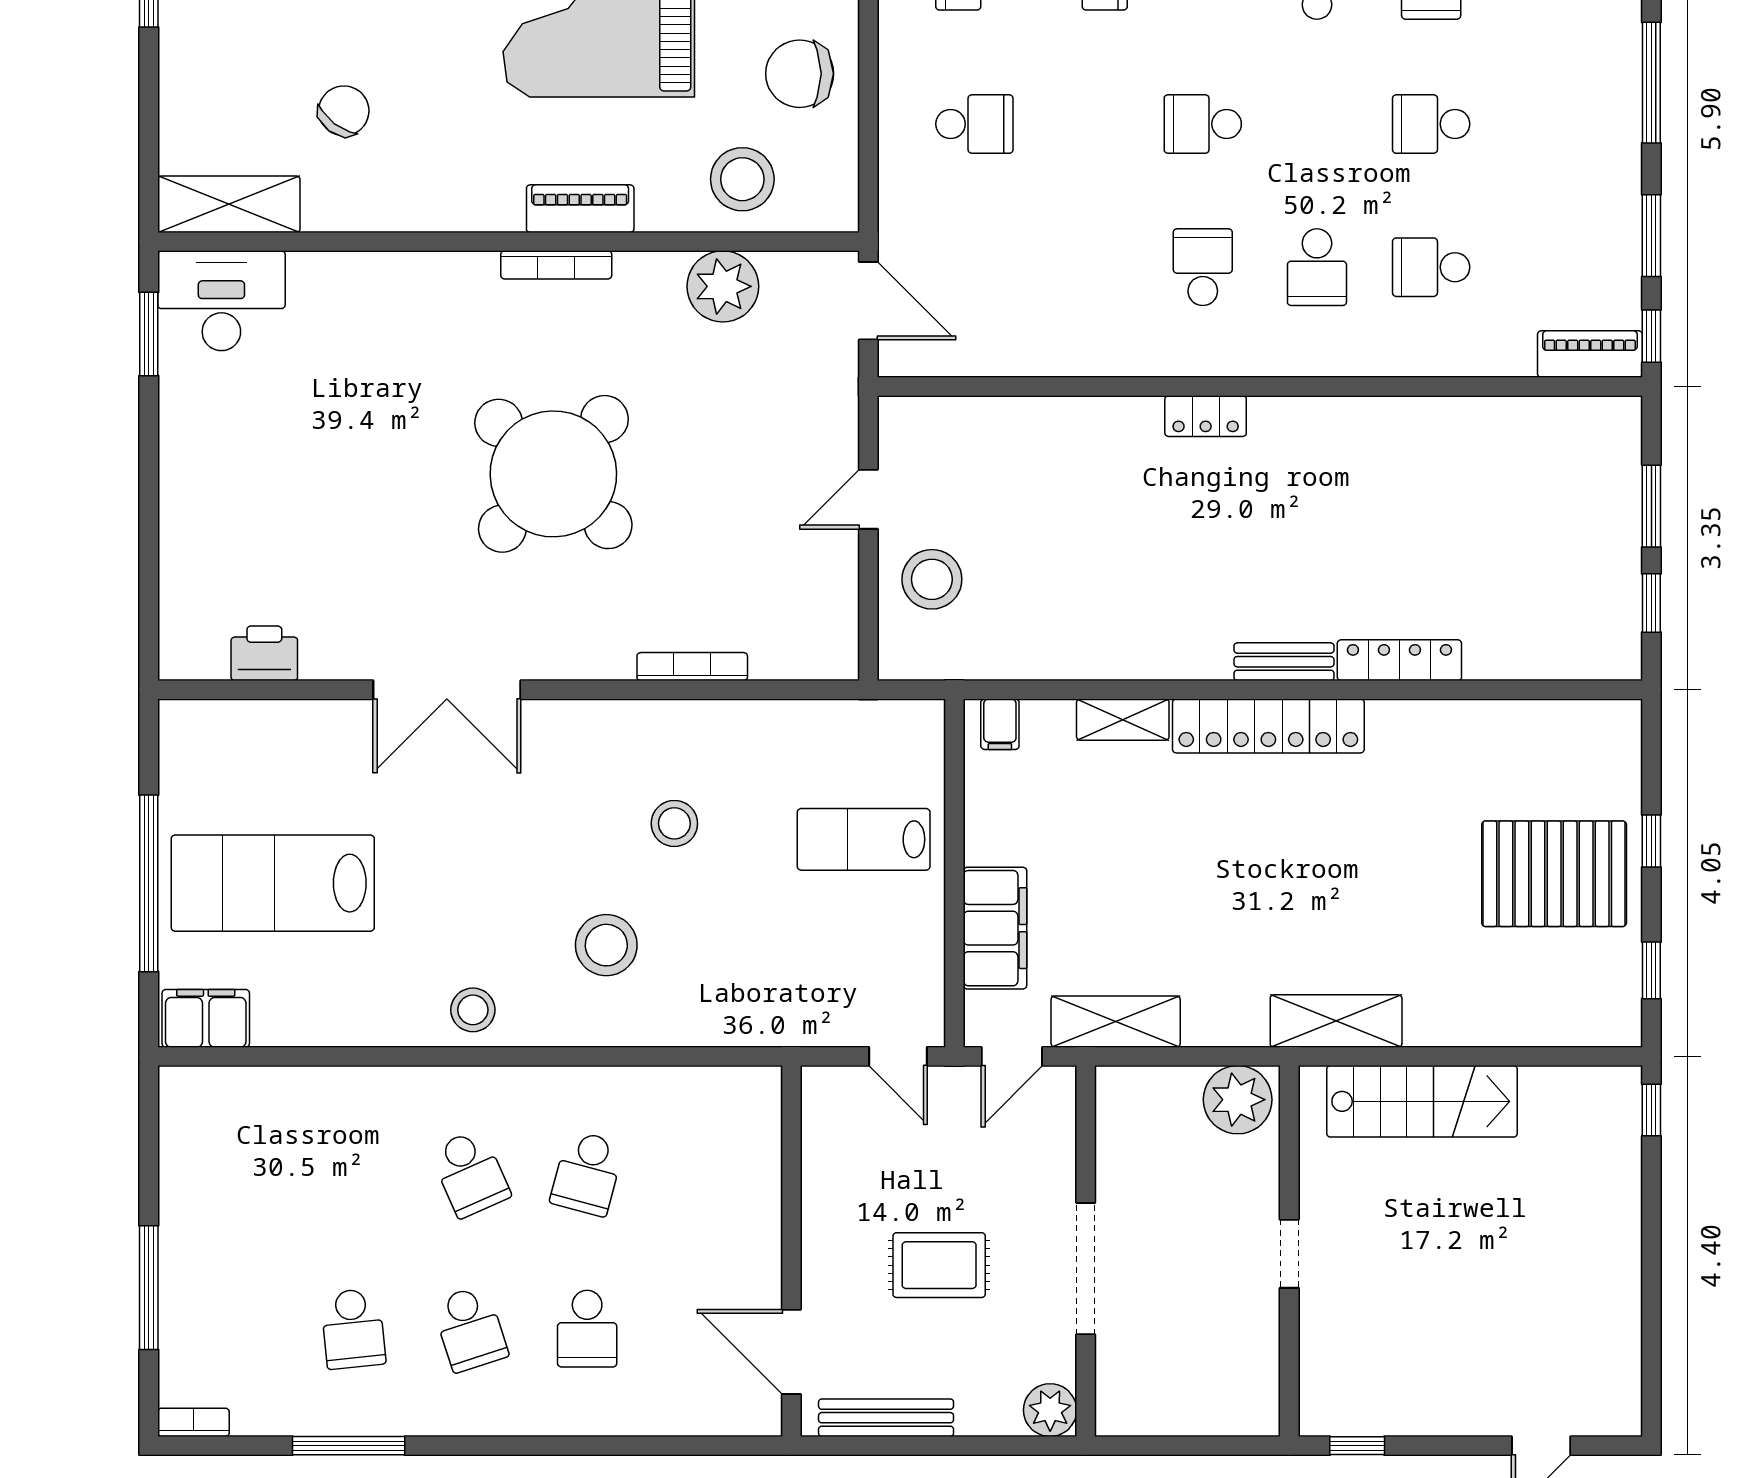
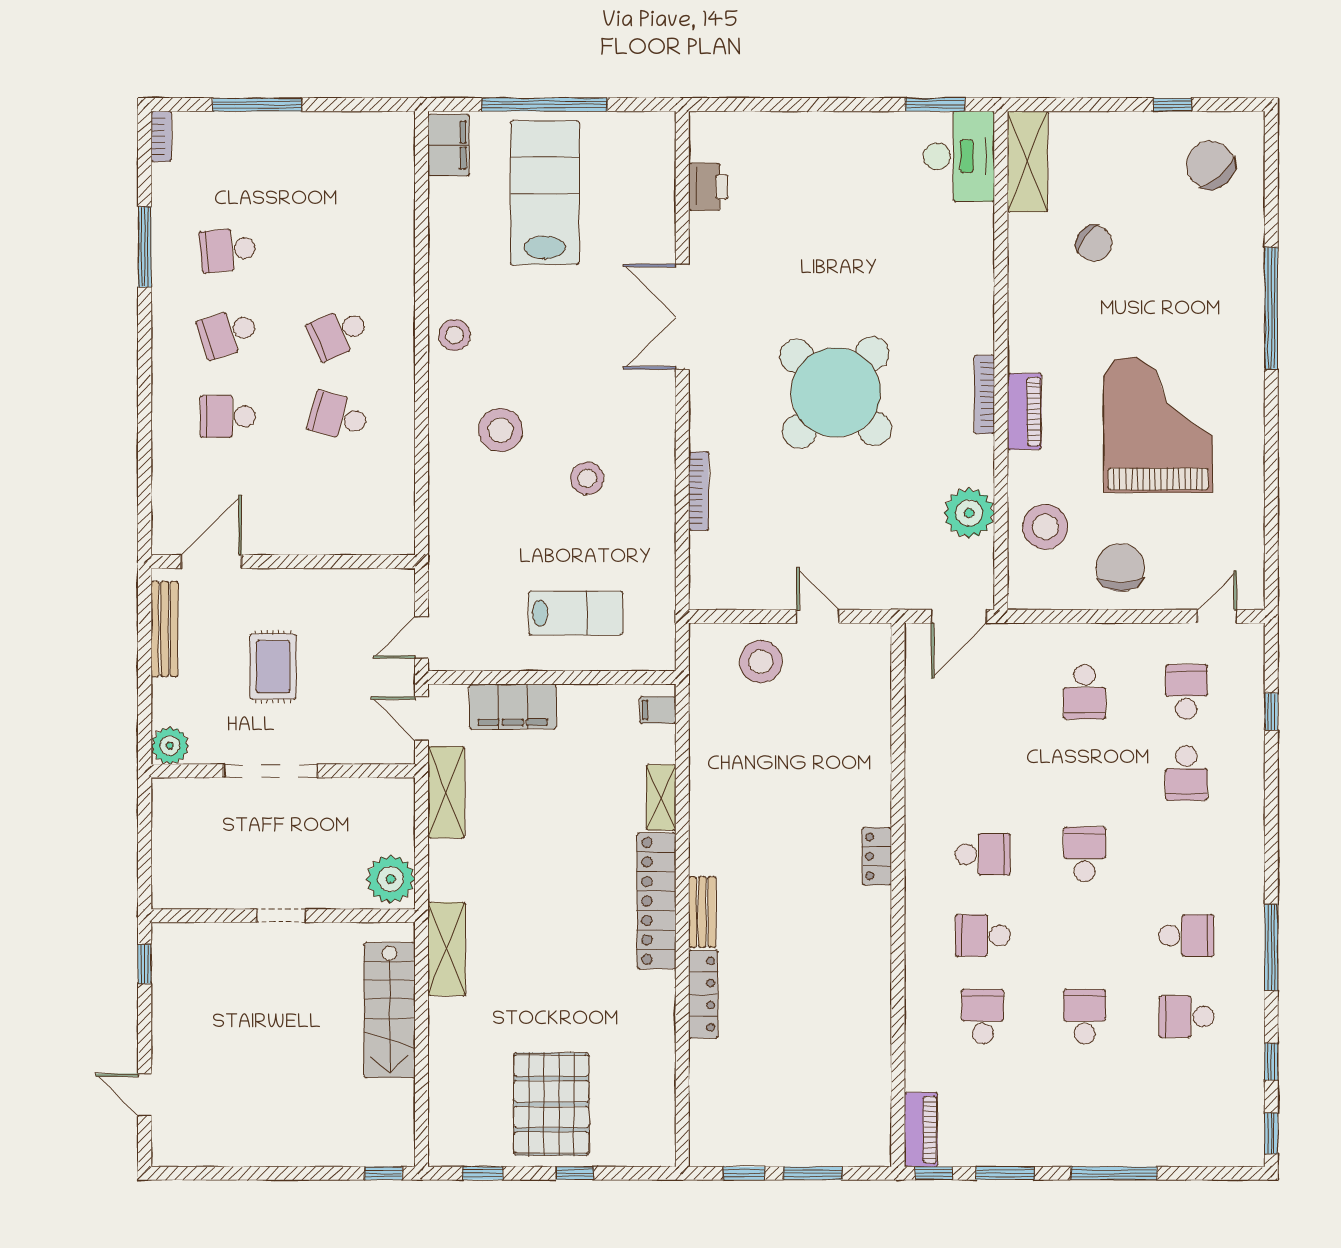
lab bench: (864, 839) -> (576, 613), turned 90

